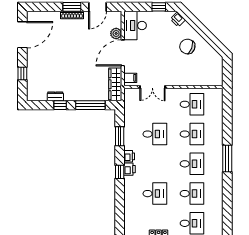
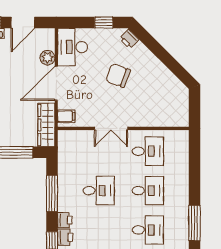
chair: (187, 46) -> (118, 75), moved
double door: (152, 87) -> (111, 128), moved
window: (120, 136) -> (52, 193), width x1.44

